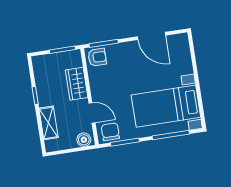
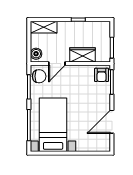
shelving: (49, 123) -> (44, 27), moved

